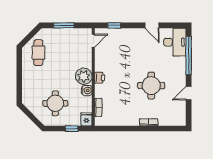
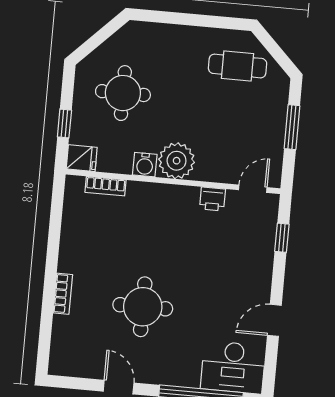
door: (93, 41) -> (253, 189), swing flipped
printer: (100, 78) -> (212, 199), moved

